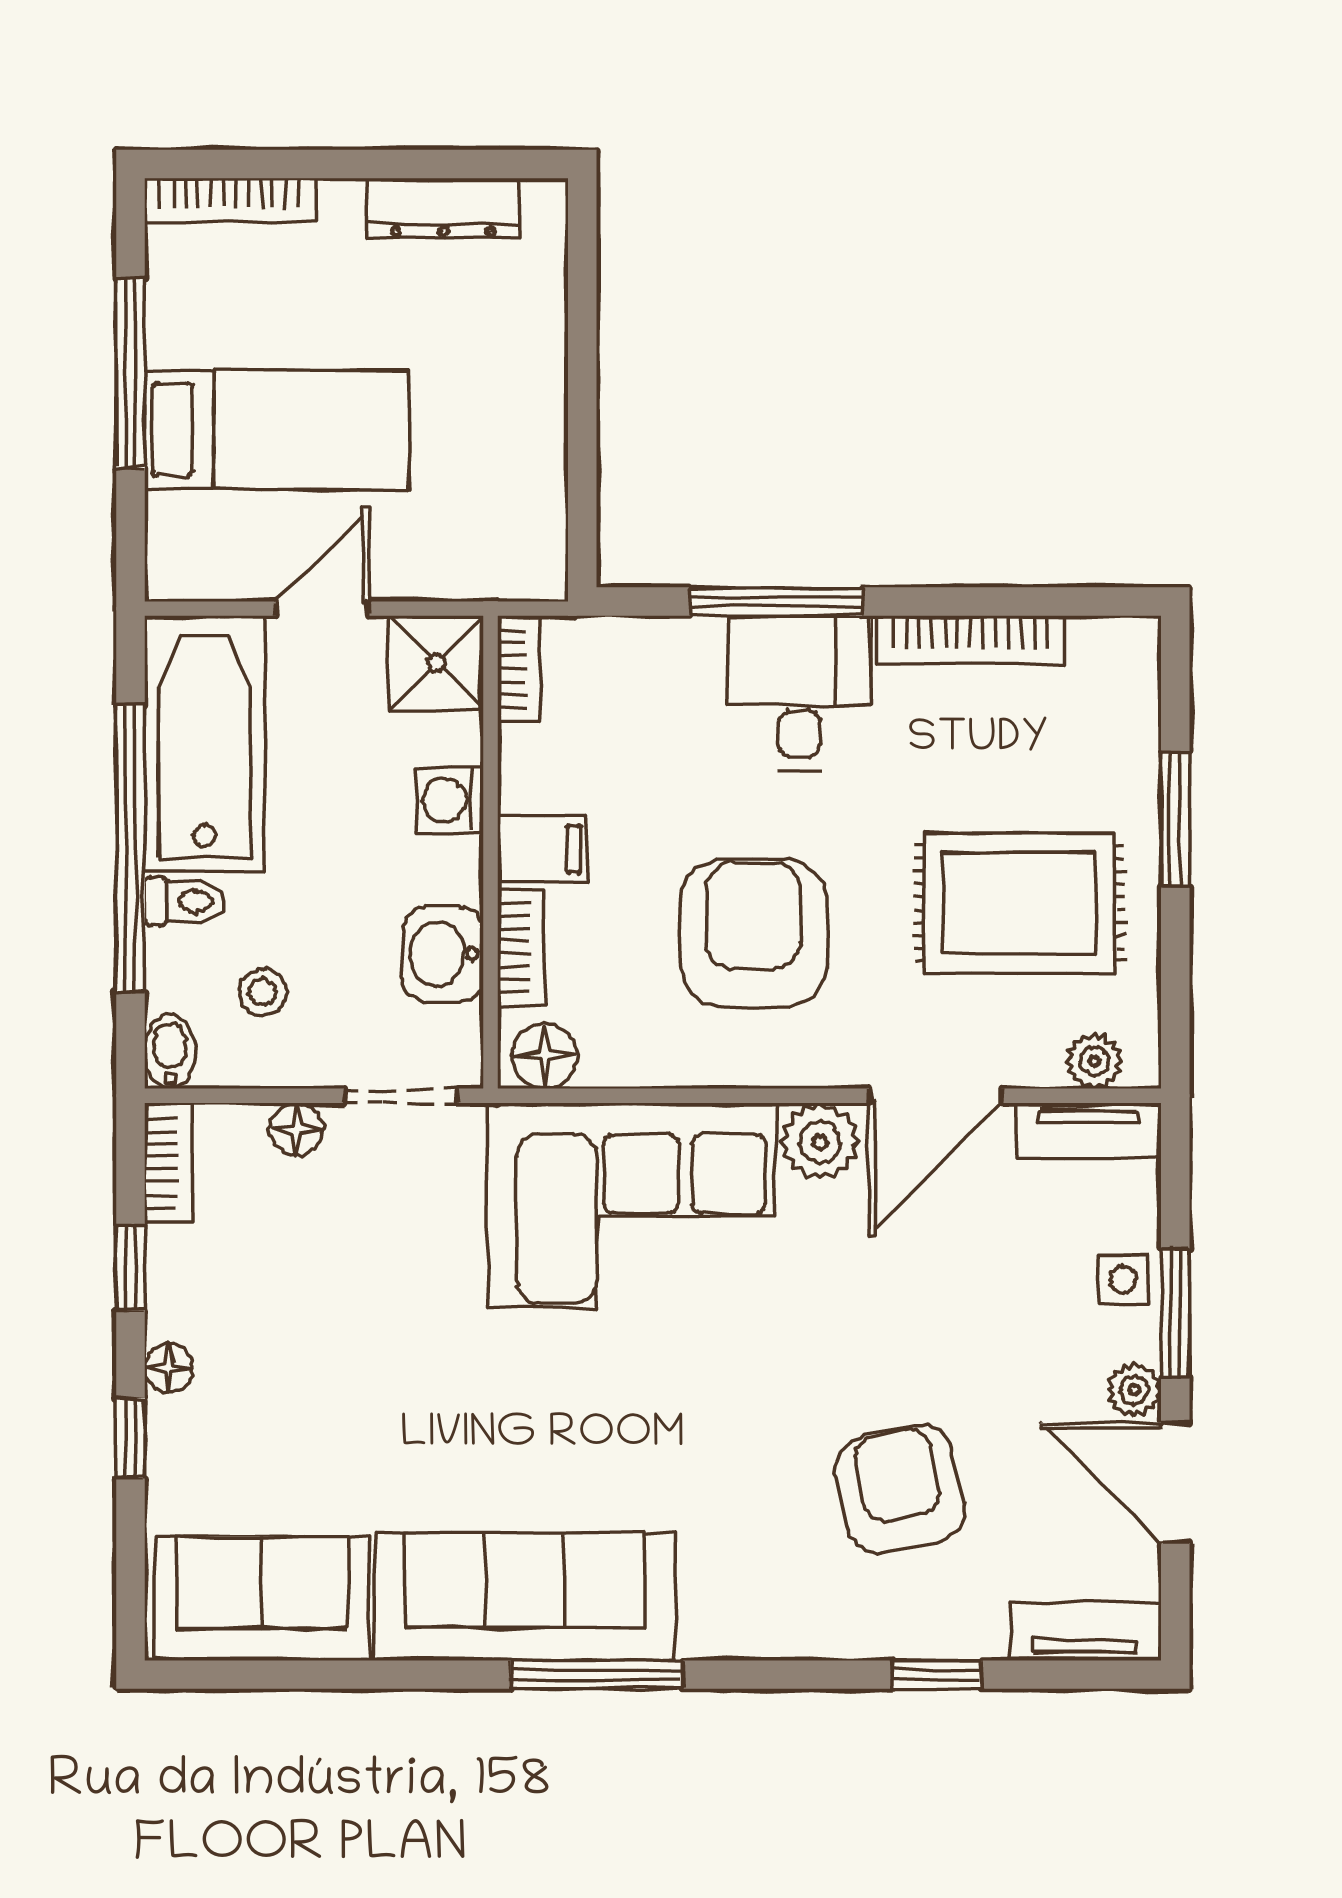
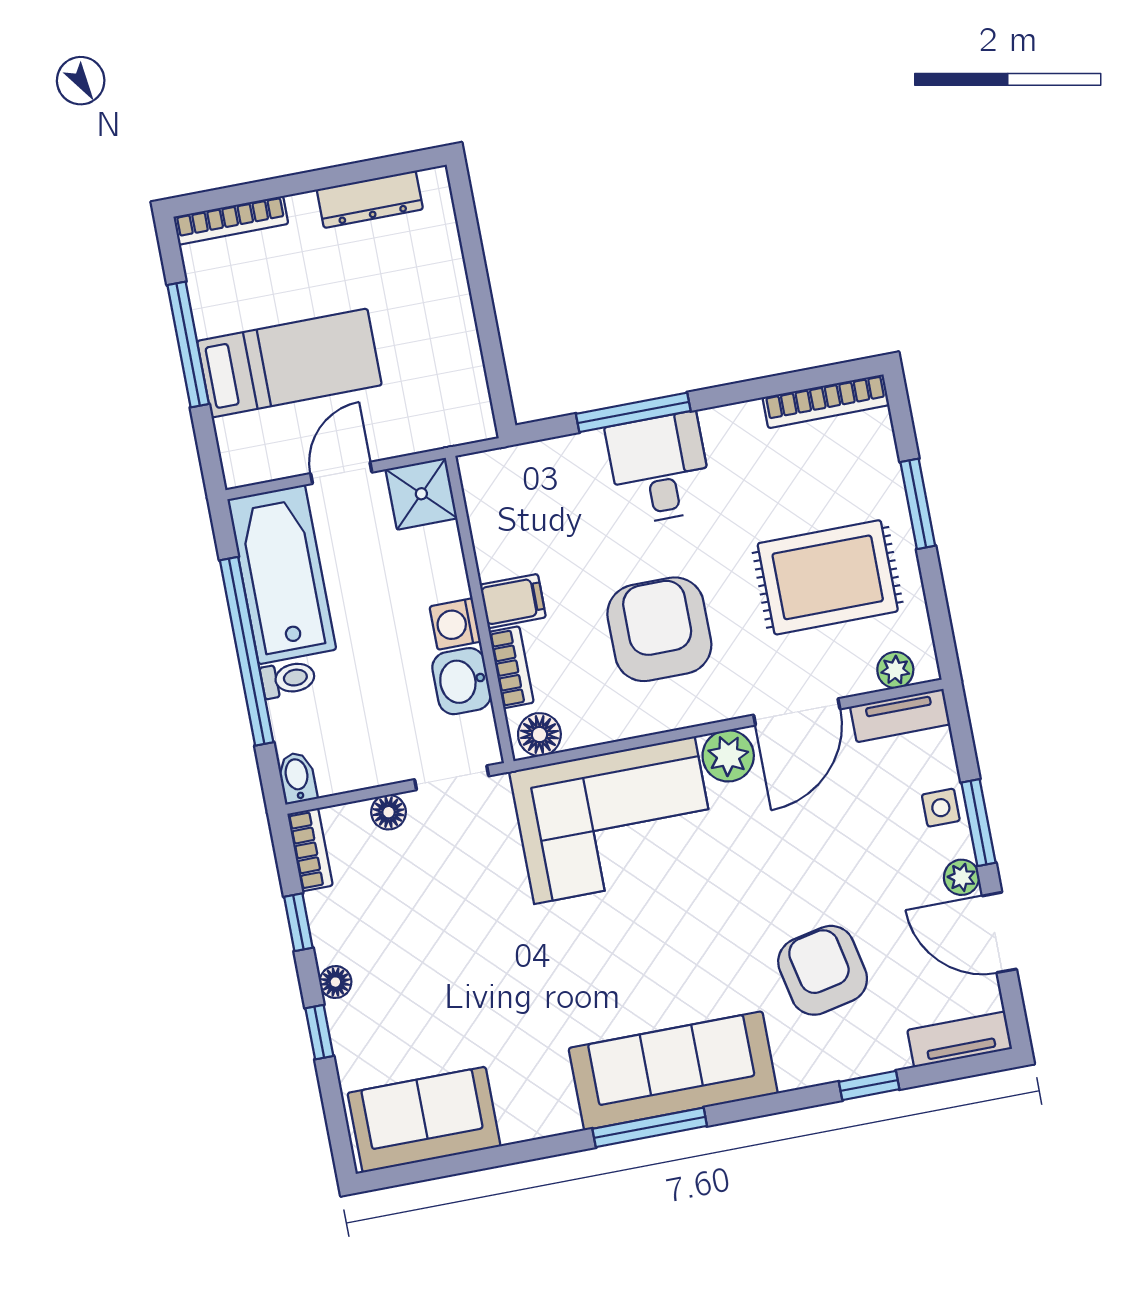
bookcase: (970, 640) -> (826, 401), moved
bookcase: (519, 668) -> (475, 487), removed
washing machine: (450, 800) -> (455, 624), moved
stool: (262, 992) -> (350, 728), removed
sofa: (525, 1597) -> (673, 1071), moved

